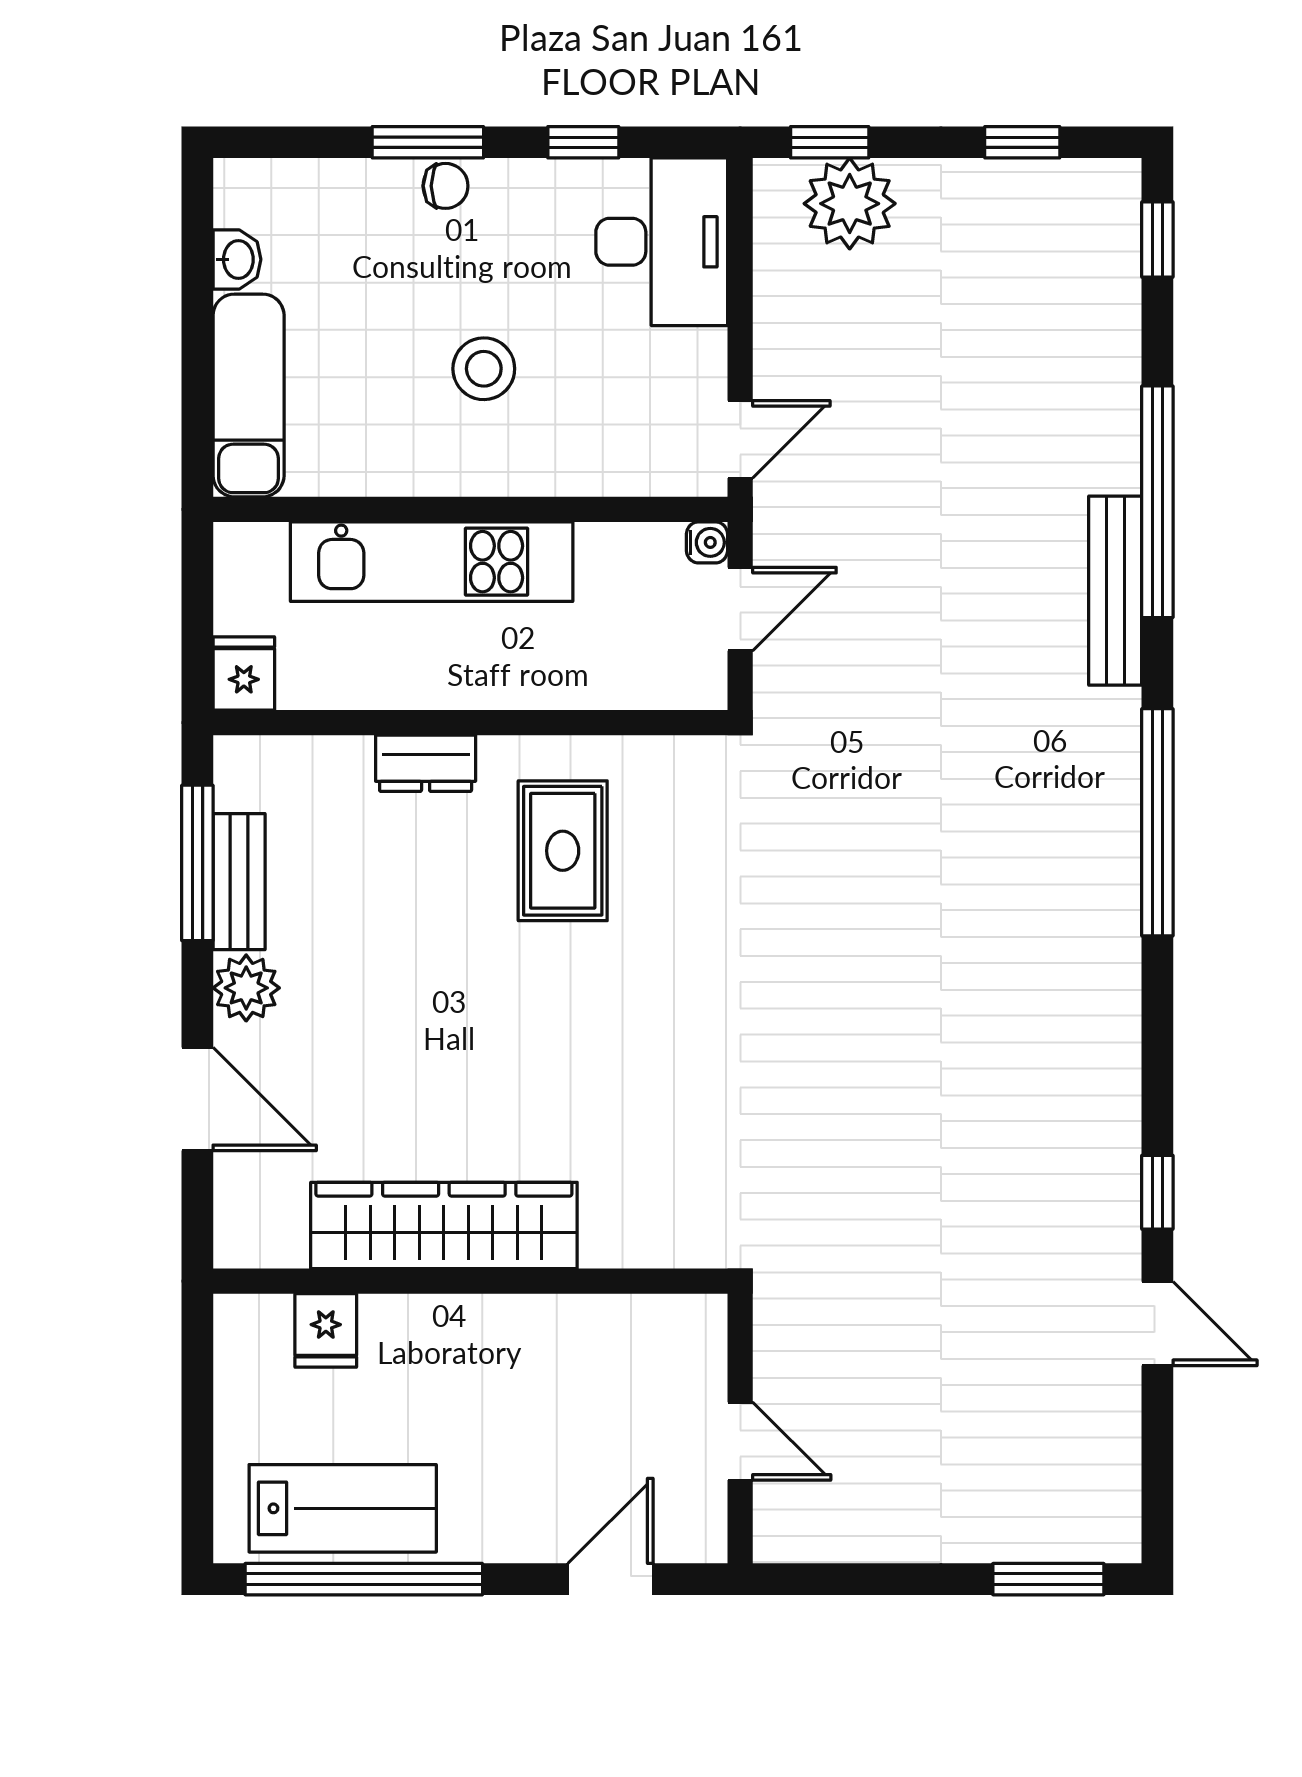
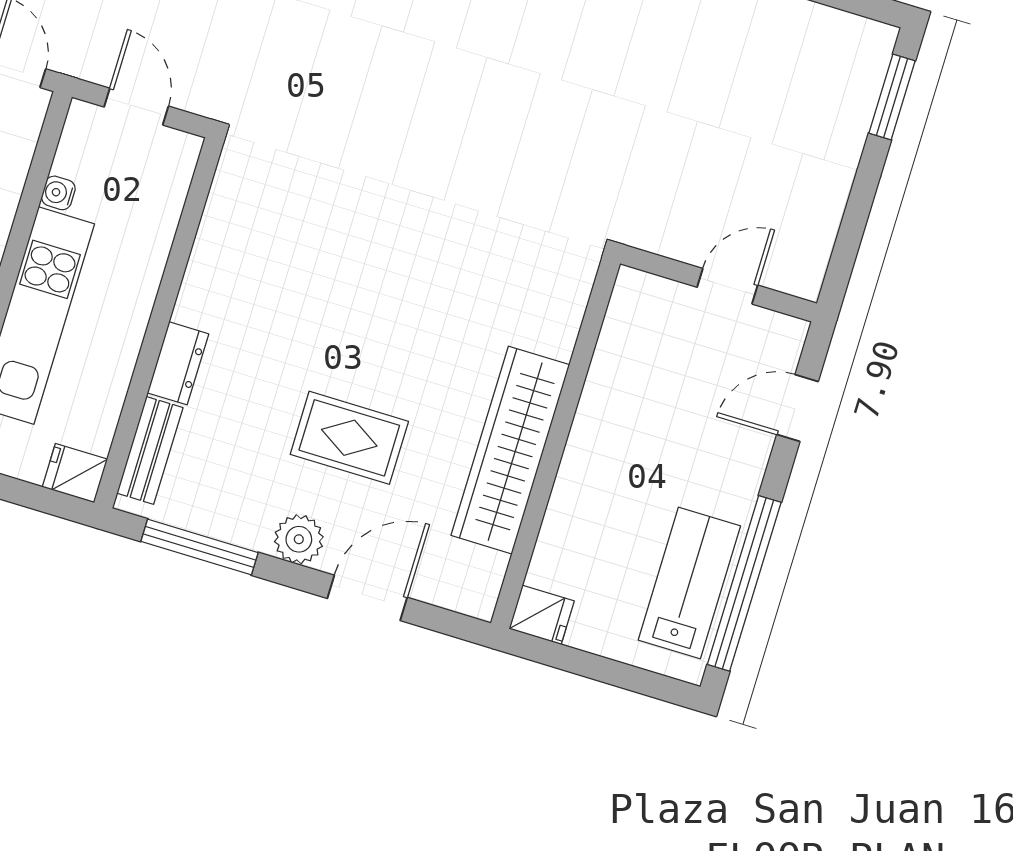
water cooler: (707, 542) -> (58, 193), moved, turned -90
rug: (563, 851) -> (349, 438), moved
bench: (239, 882) -> (150, 450), moved, turned 90
fridge: (326, 1330) -> (542, 615), moved
door: (610, 1579) -> (797, 408), hinge flipped

